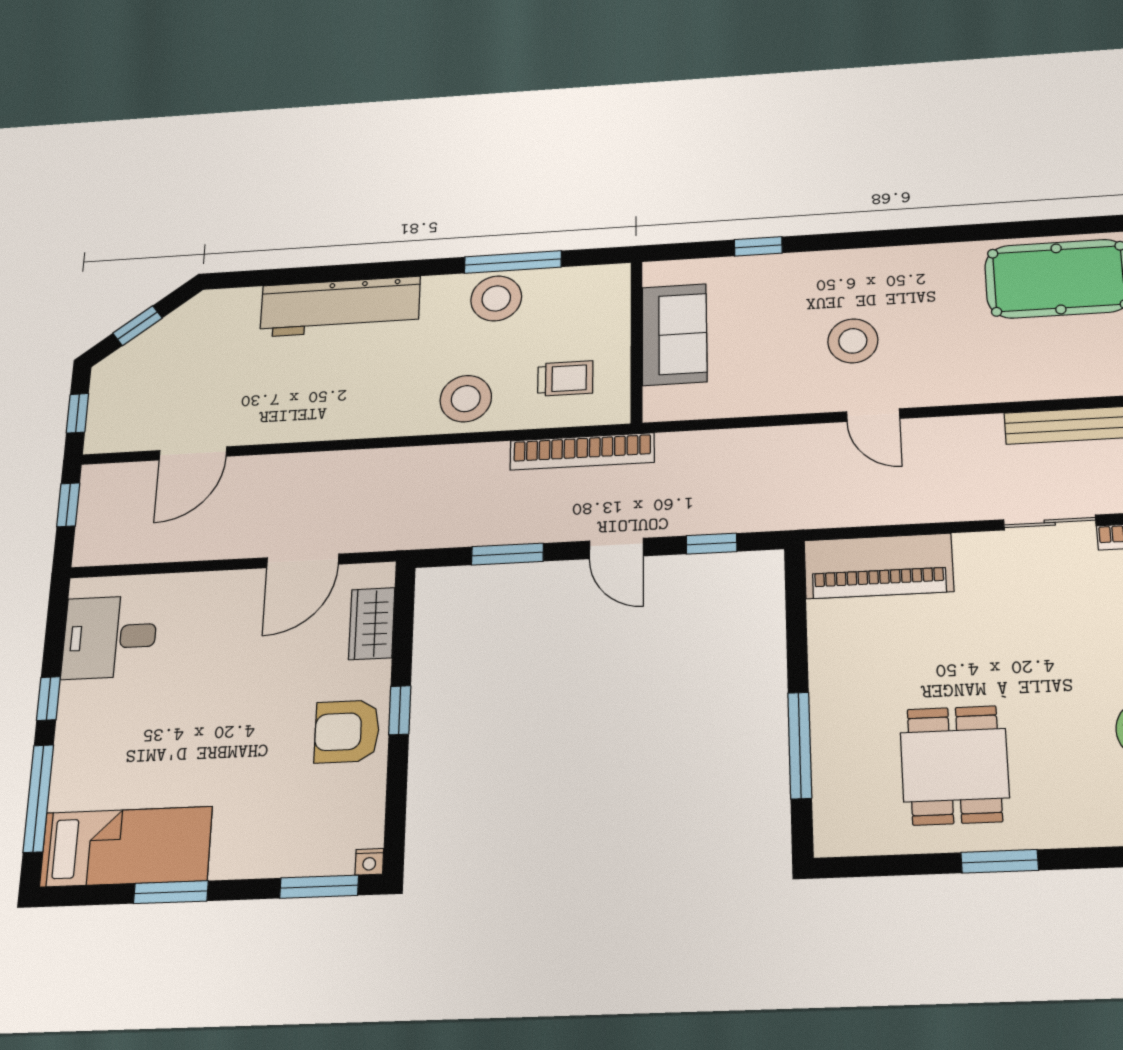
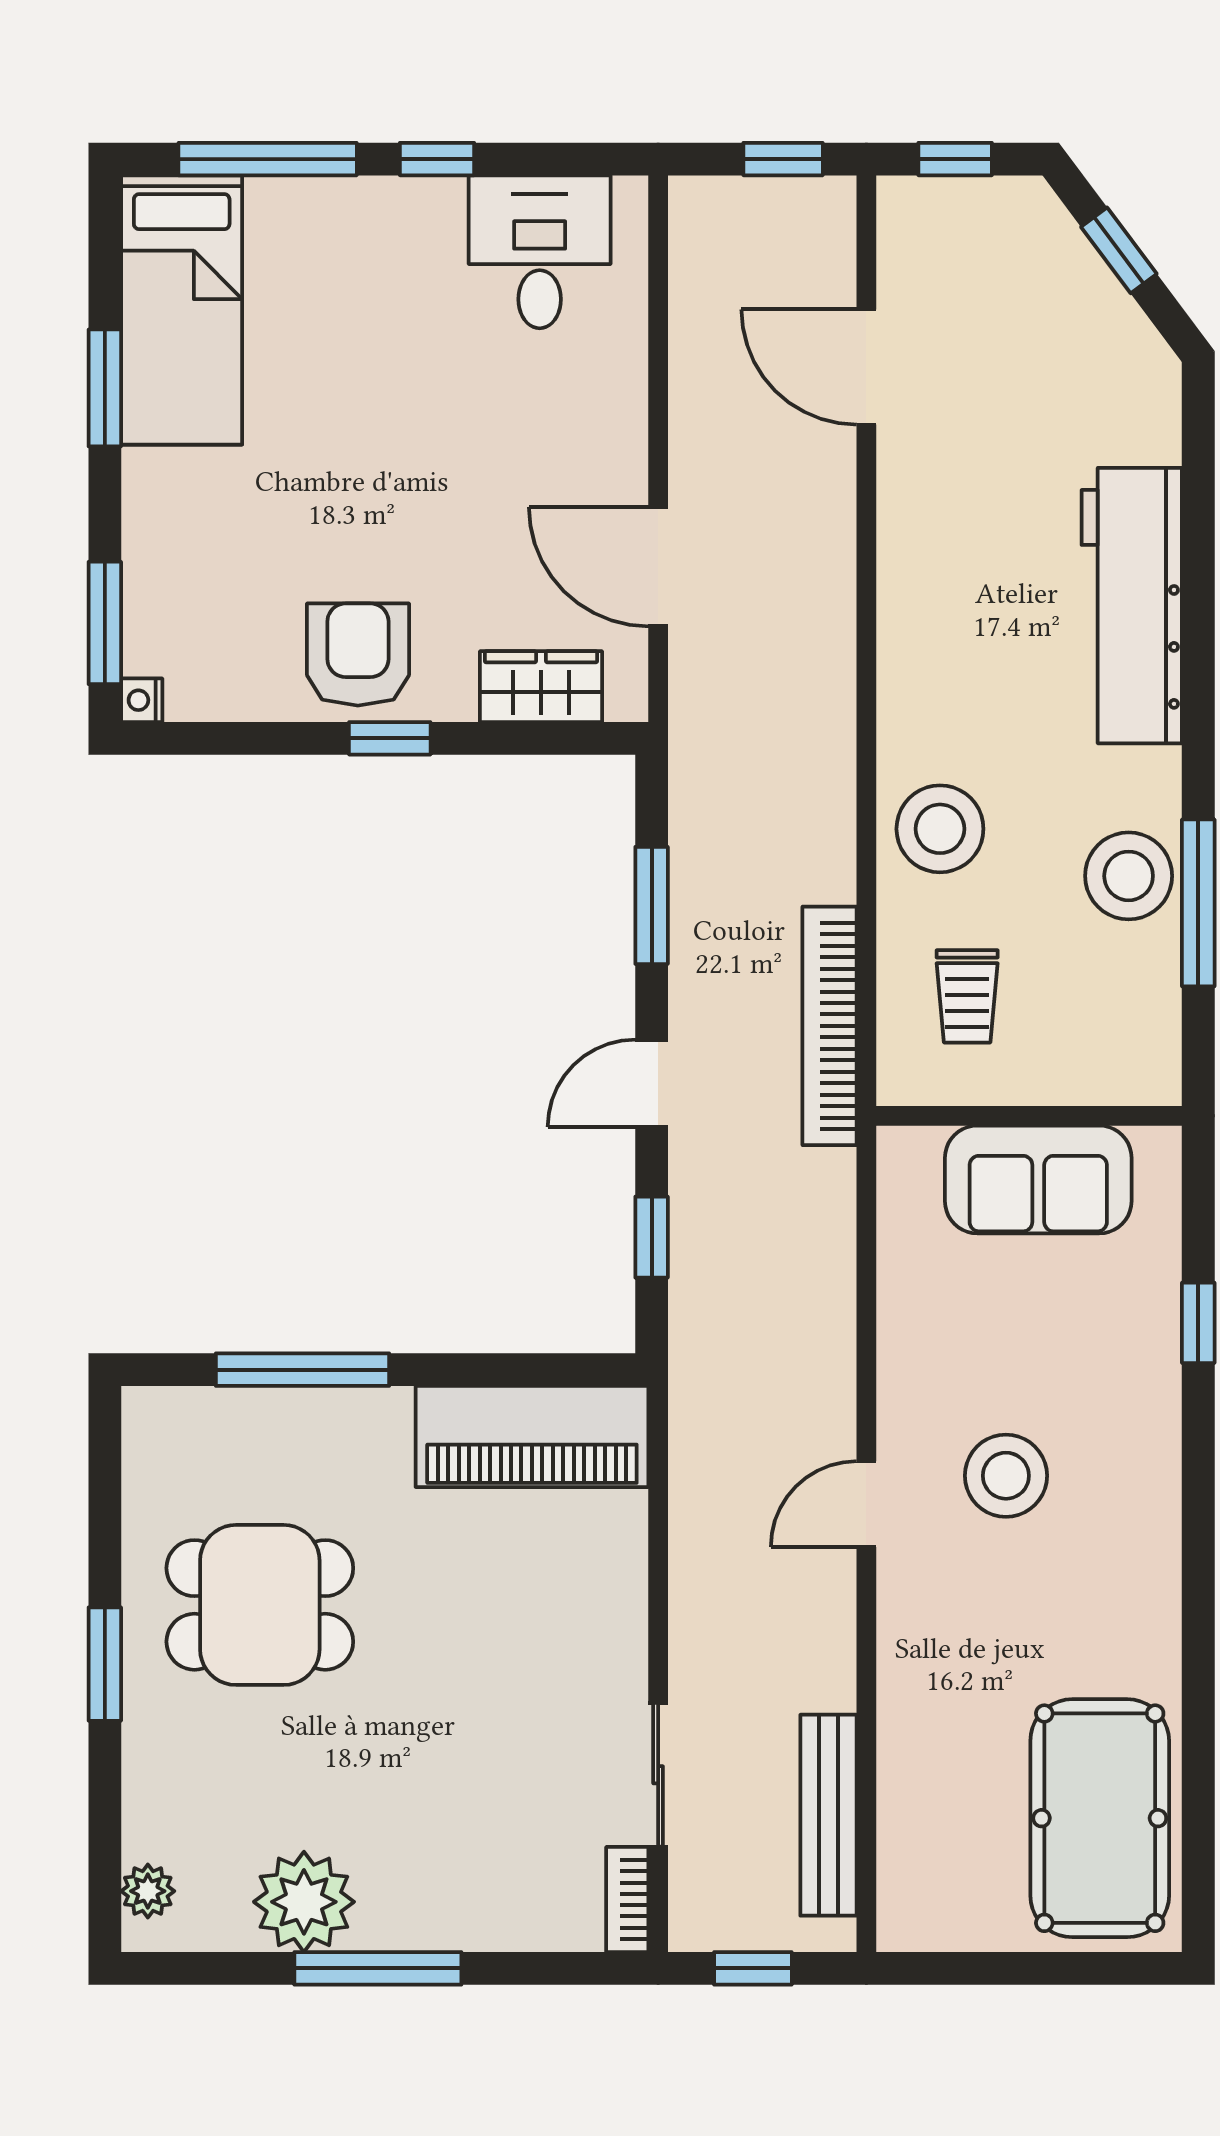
piano: (879, 566) -> (532, 1436), moved, turned -90

